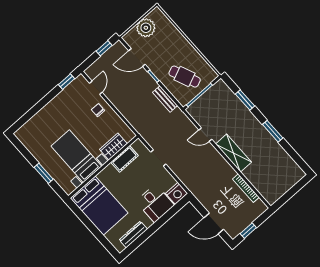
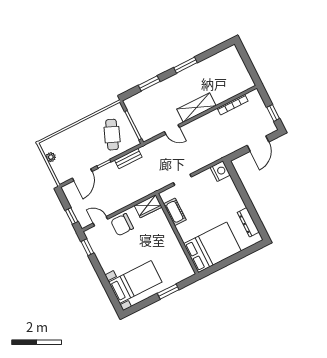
plant: (146, 28) -> (51, 157), width x0.53, depth x0.53
window: (104, 48) -> (72, 216), moved
cafe table: (185, 77) -> (112, 135), turned -45
chair: (98, 110) -> (122, 225), width x1.87, depth x1.87
door: (205, 135) -> (172, 129), hinge flipped
wardrobe: (113, 147) -> (148, 206), moved, turned -90
bed with nightstands: (76, 156) -> (135, 282), moved, turned 180
desk: (155, 203) -> (224, 194), removed

